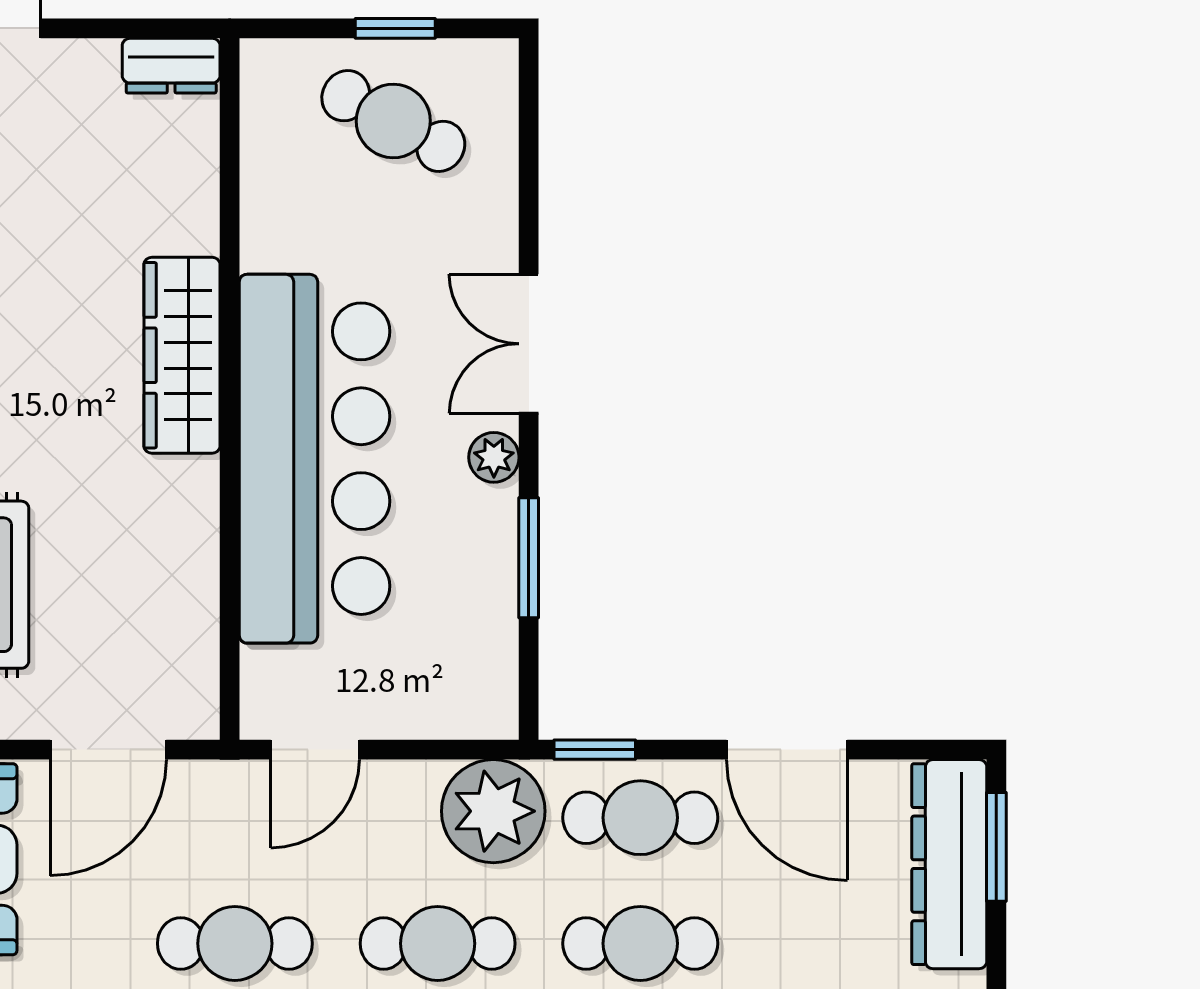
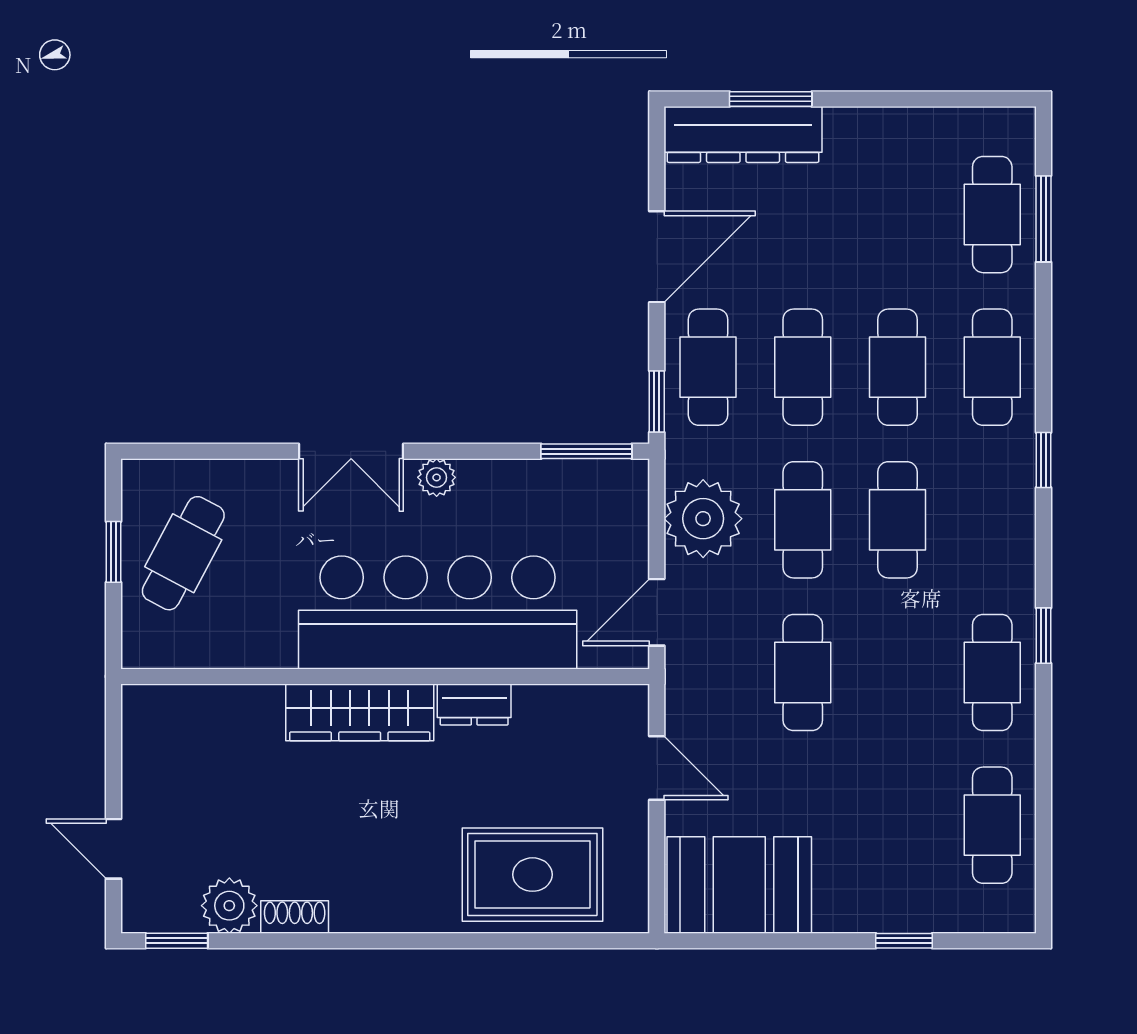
dresser: (171, 66) -> (474, 704), moved, turned 90
window: (529, 558) -> (586, 451), moved
door: (108, 750) -> (657, 768), width x0.73
door: (315, 750) -> (657, 612), swing flipped
plant: (493, 811) -> (703, 519), moved
window: (996, 847) -> (771, 99), moved

